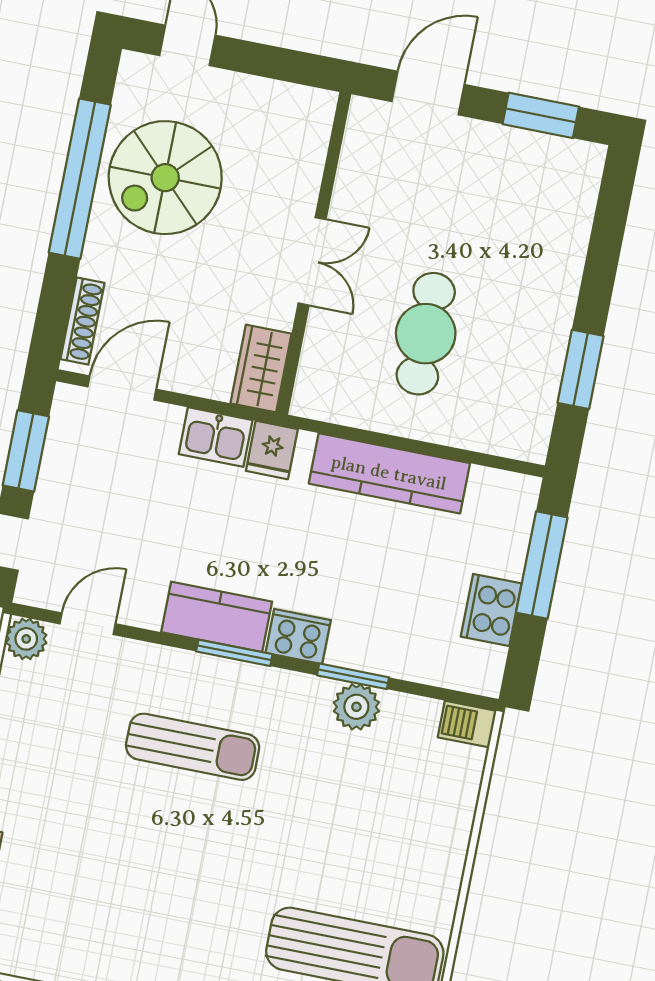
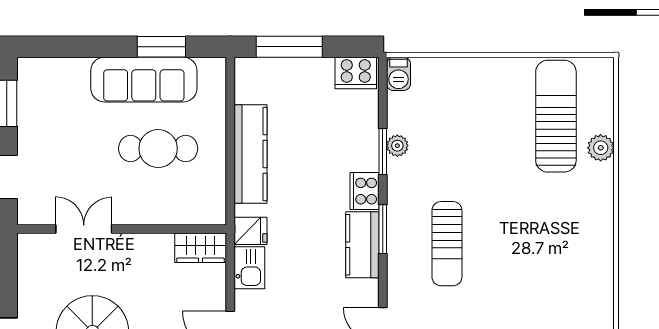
double door: (312, 261) -> (84, 229), moved
sofa: (536, 333) -> (144, 80), added
cooker: (491, 610) -> (356, 73), moved
plant: (356, 707) -> (397, 146), width x0.73, depth x0.73
sun lounger: (193, 747) -> (447, 244), turned 180

